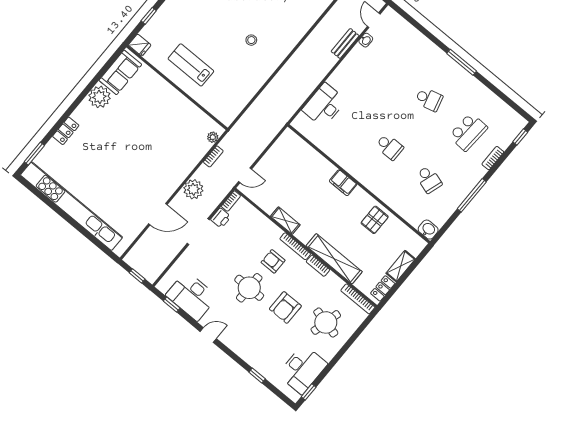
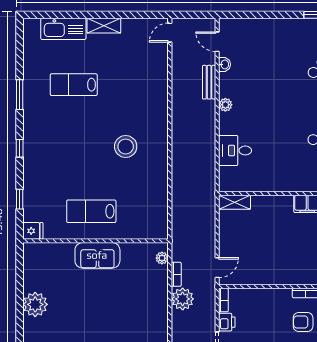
stool: (251, 40) -> (126, 146), width x1.89, depth x1.89
plant: (343, 68) -> (225, 105), added
sofa: (120, 72) -> (97, 255), moved, turned 90
desk: (324, 105) -> (235, 150), width x0.73
plant: (193, 189) -> (183, 299), moved
shelving: (285, 221) -> (235, 202), moved

